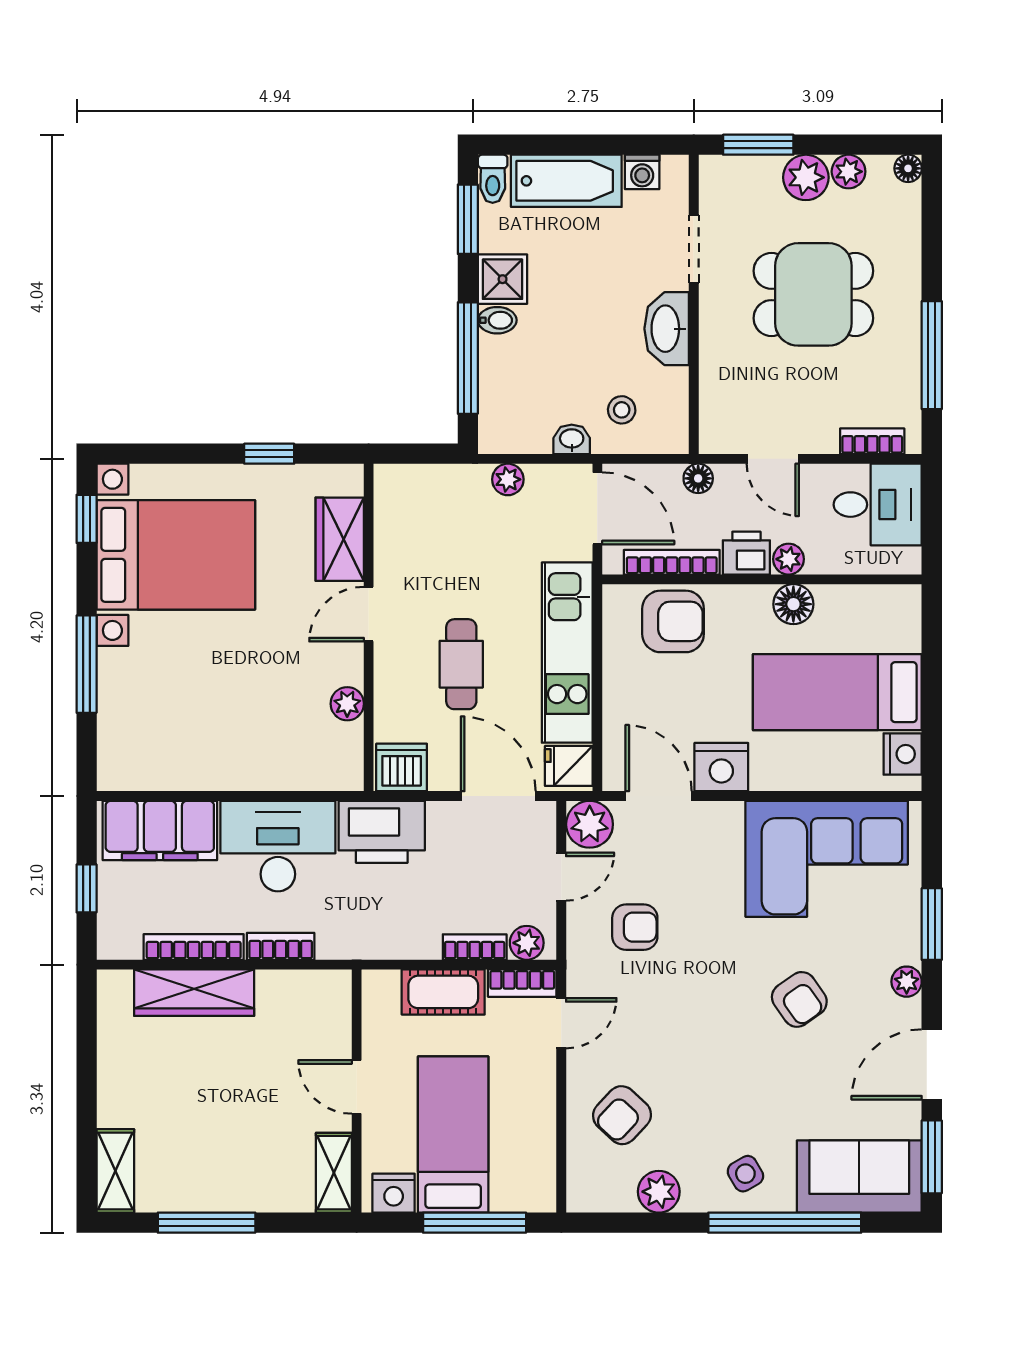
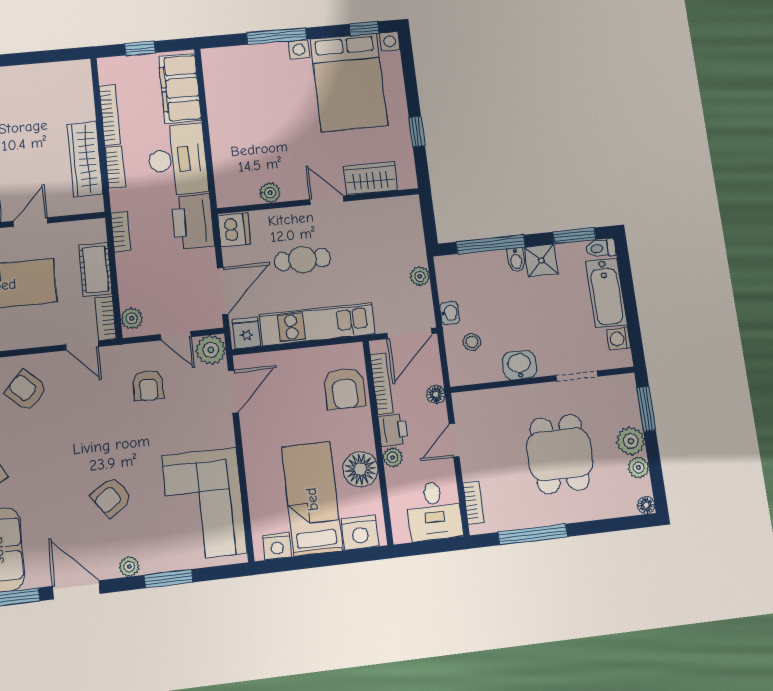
washbasin: (667, 329) -> (519, 365), width x0.72
floor lamp: (793, 604) -> (360, 469), width x1.38, depth x1.38
nightstand: (721, 767) -> (360, 533), moved, turned -90
bookcase: (475, 947) -> (121, 232), moved
wardrobe: (194, 993) -> (85, 159), moved

